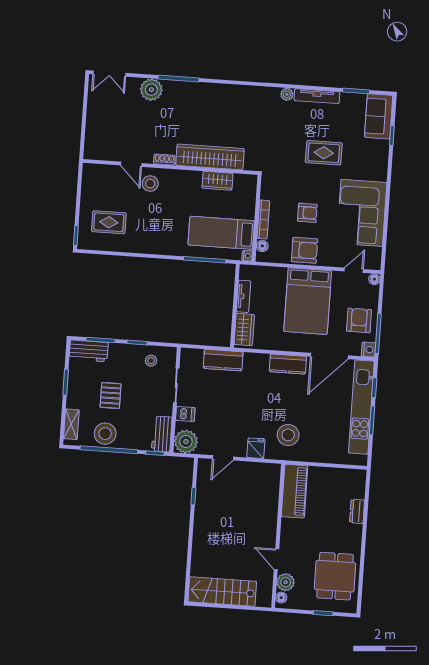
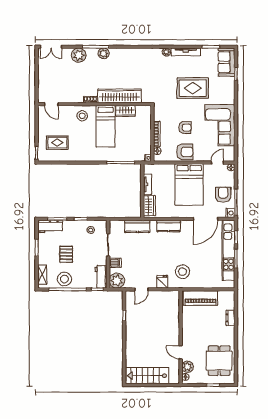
plant: (190, 90) -> (104, 53), added
rug: (324, 153) -> (193, 88), width x1.36, depth x1.43
door: (131, 164) -> (51, 104), moved
bed: (221, 233) -> (106, 126), moved, turned -90
kitchen counter: (288, 364) -> (169, 226), moved
piano: (295, 491) -> (200, 298), moved, turned 90

